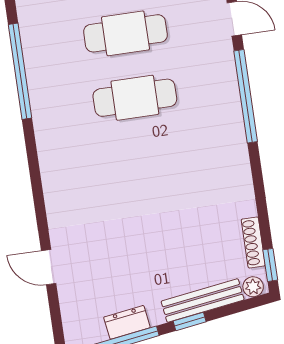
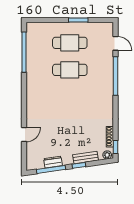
door: (49, 267) -> (24, 135), swing flipped
bench: (203, 301) -> (86, 158), width x0.73

